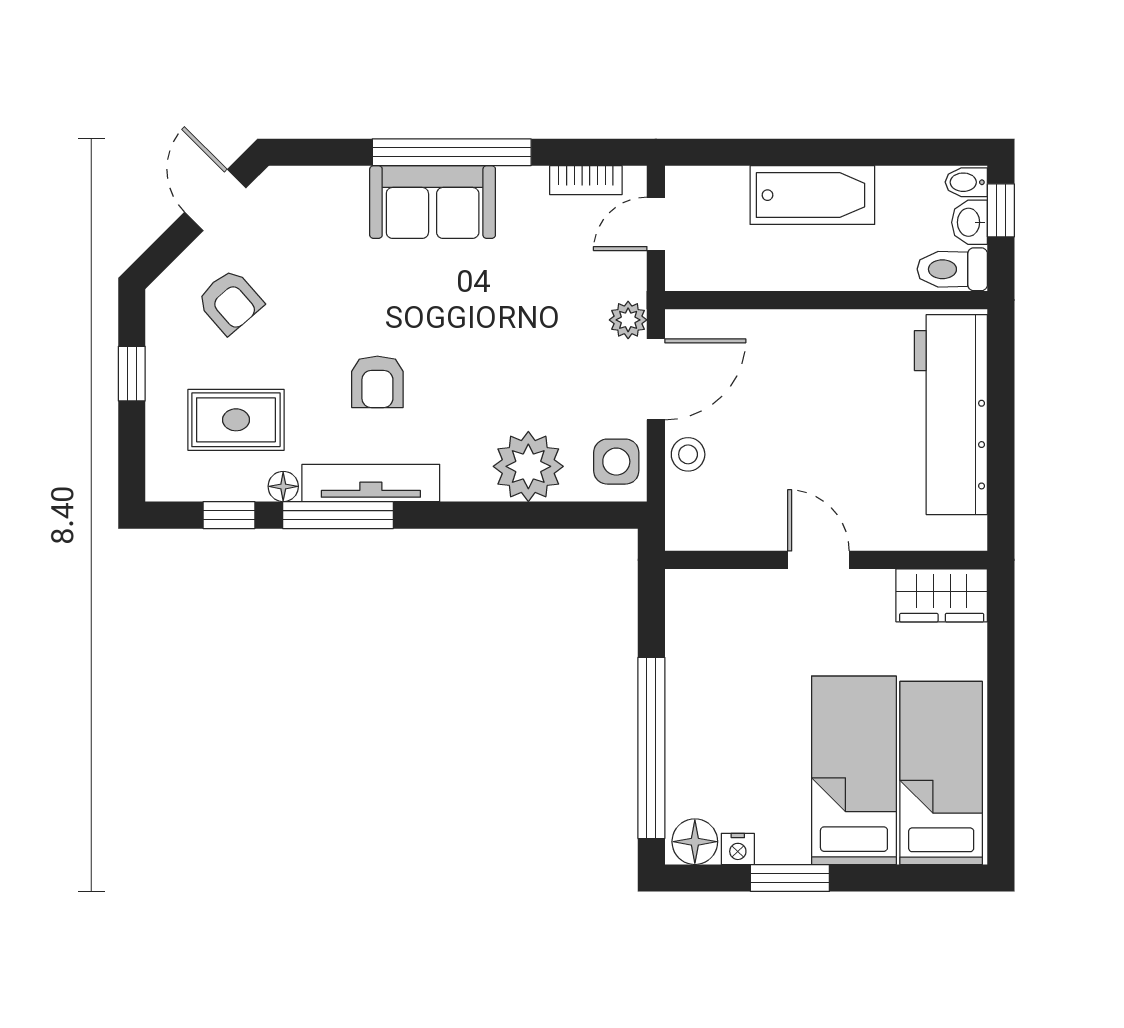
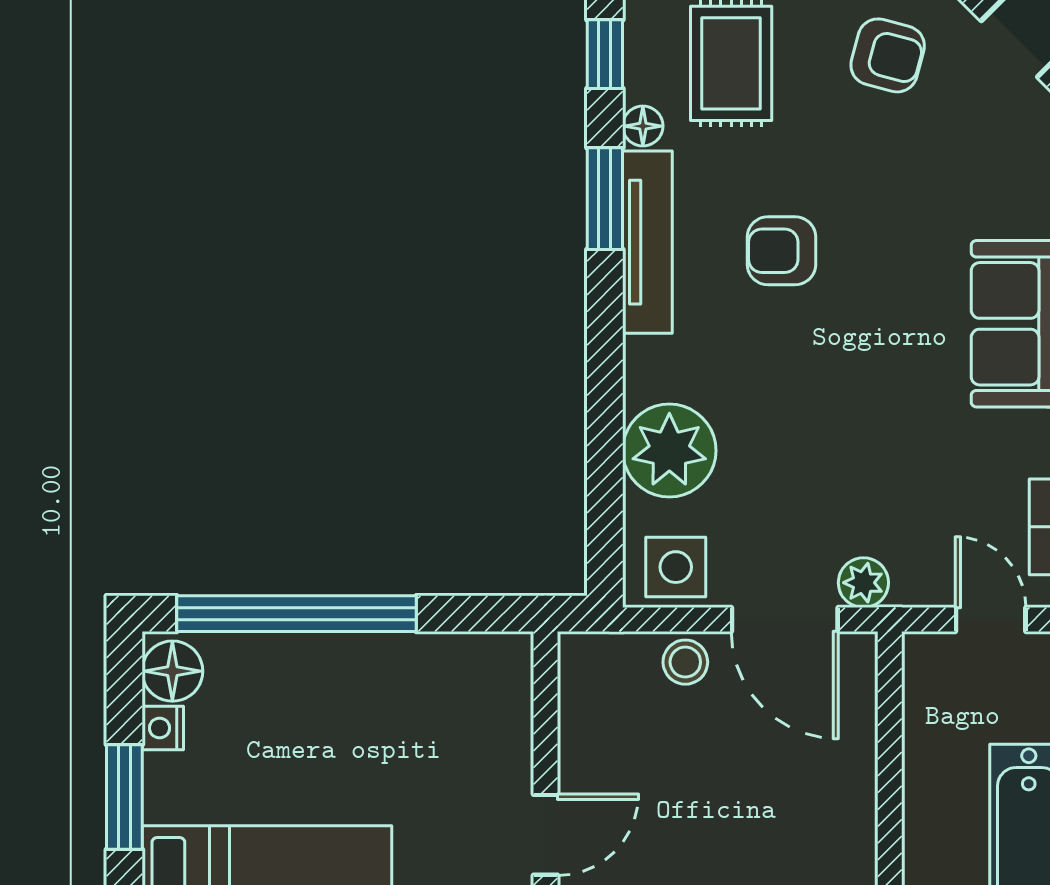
armchair: (230, 302) -> (888, 55), turned -124
window: (338, 515) -> (605, 199), width x0.69

